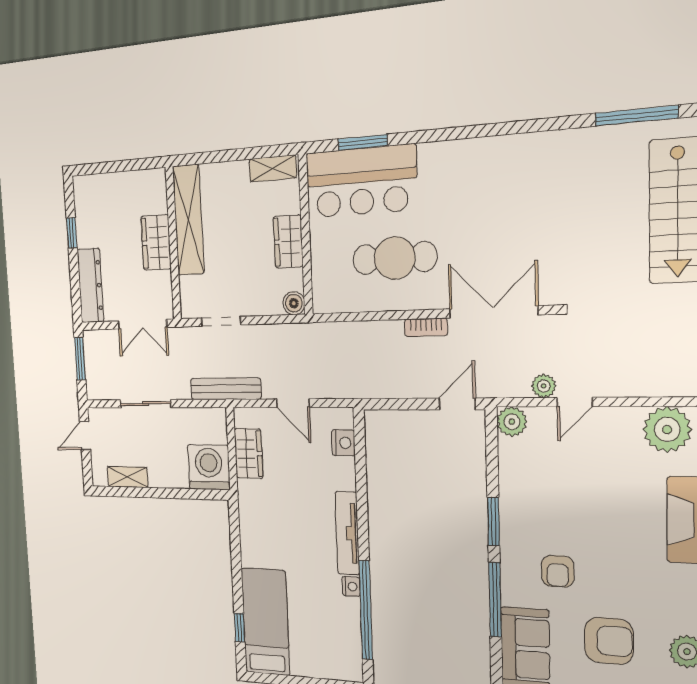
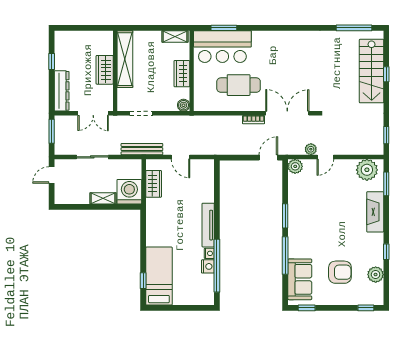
nightstand: (343, 443) -> (208, 266), moved
shelving: (128, 477) -> (103, 198), moved
armchair: (558, 571) -> (316, 239), removed

